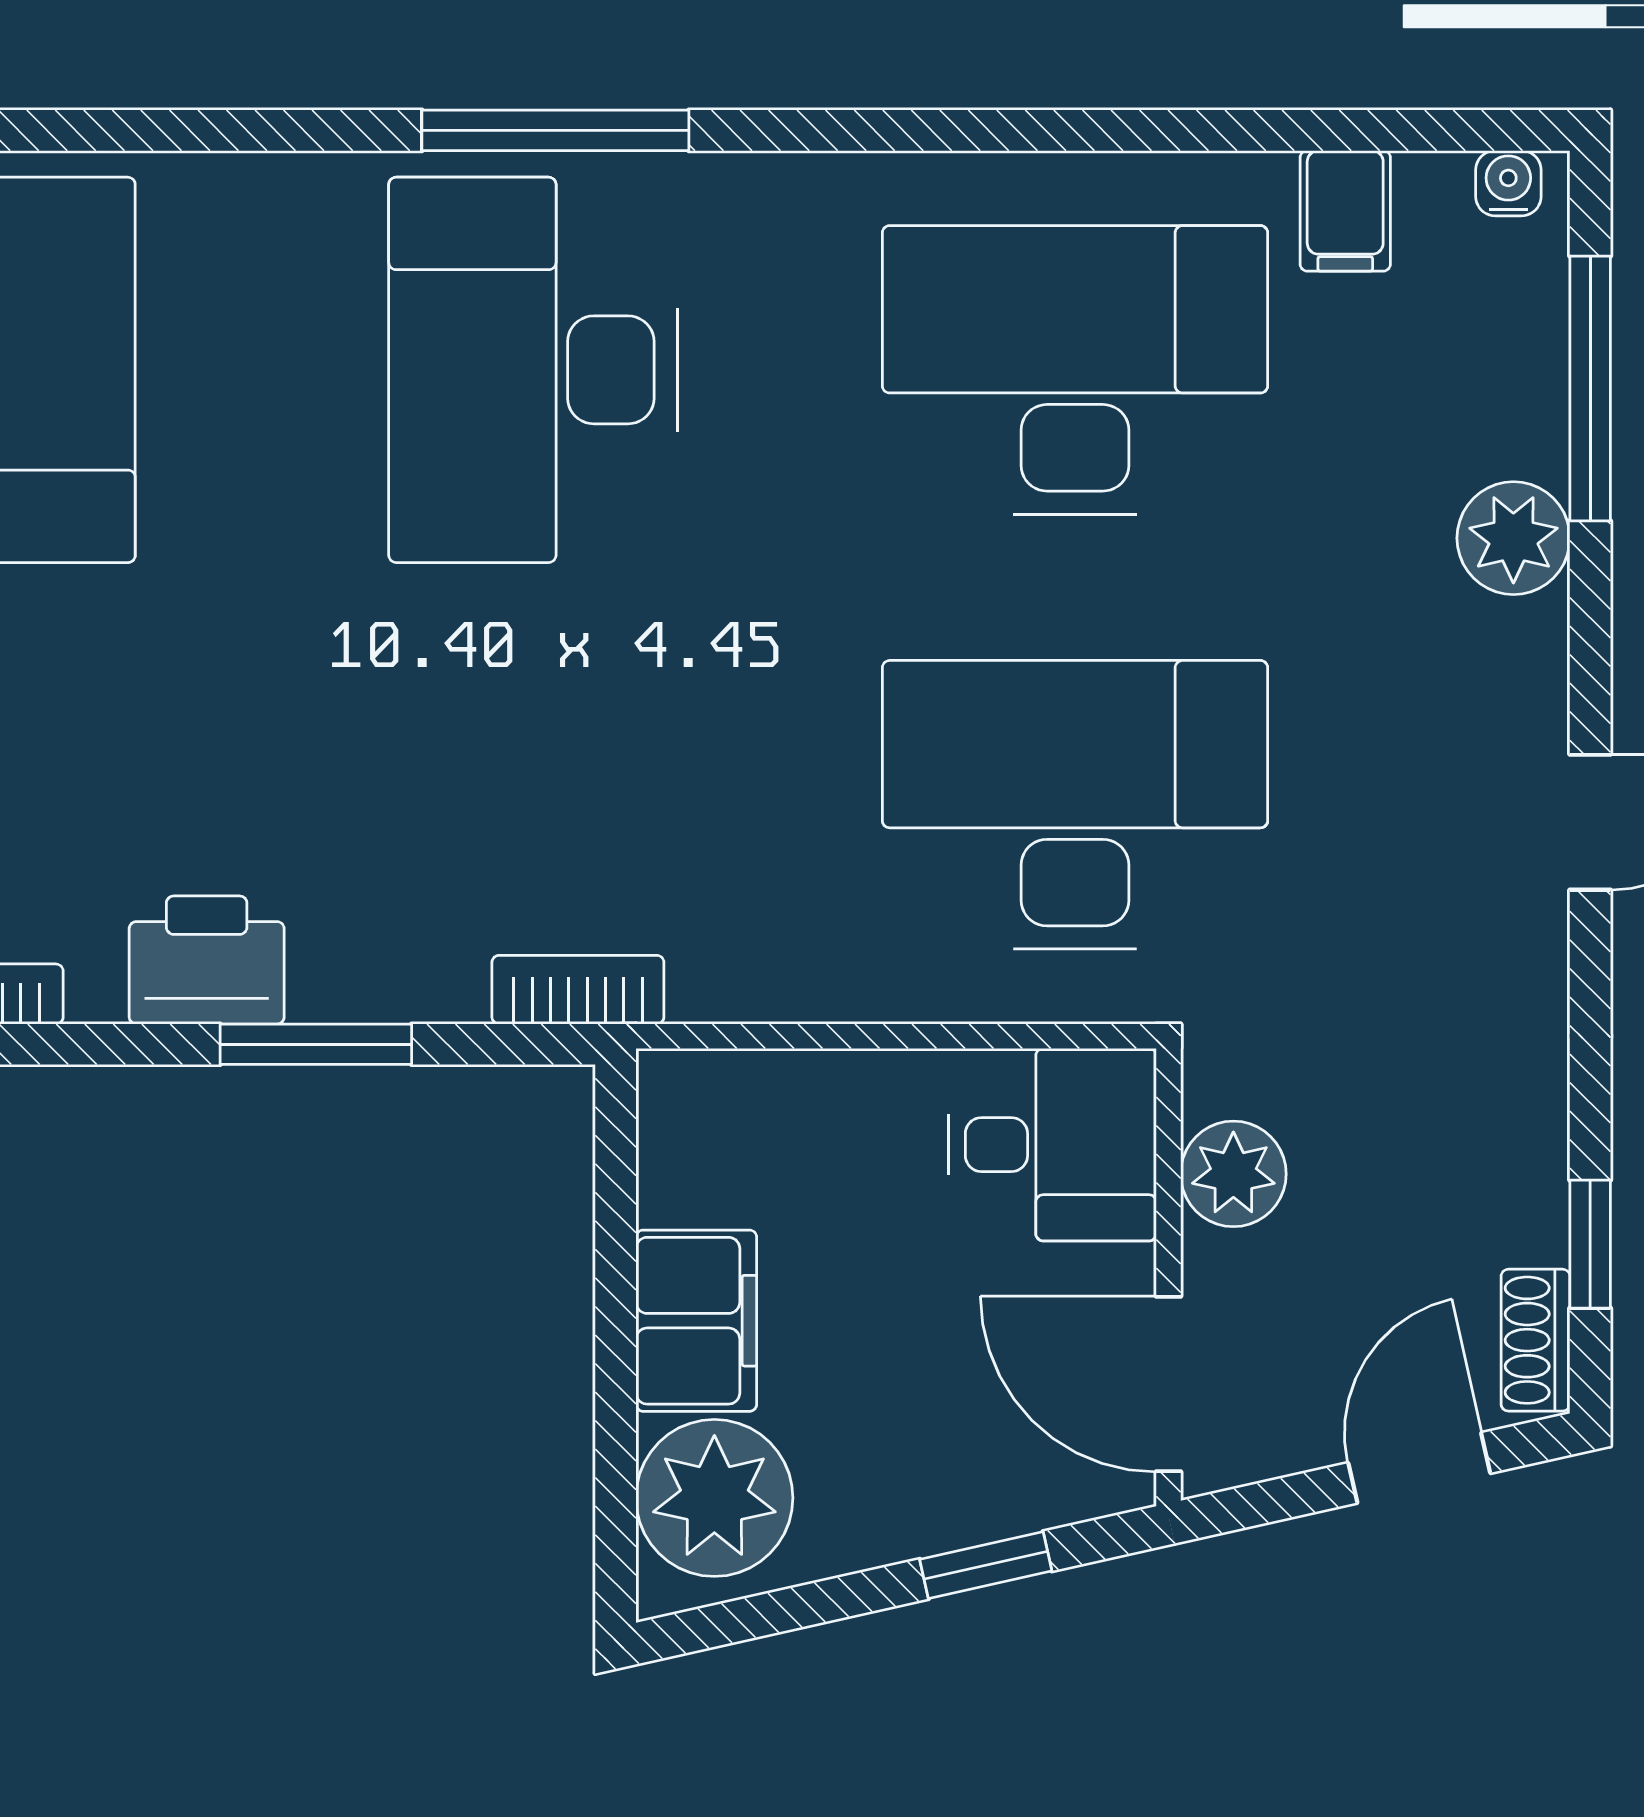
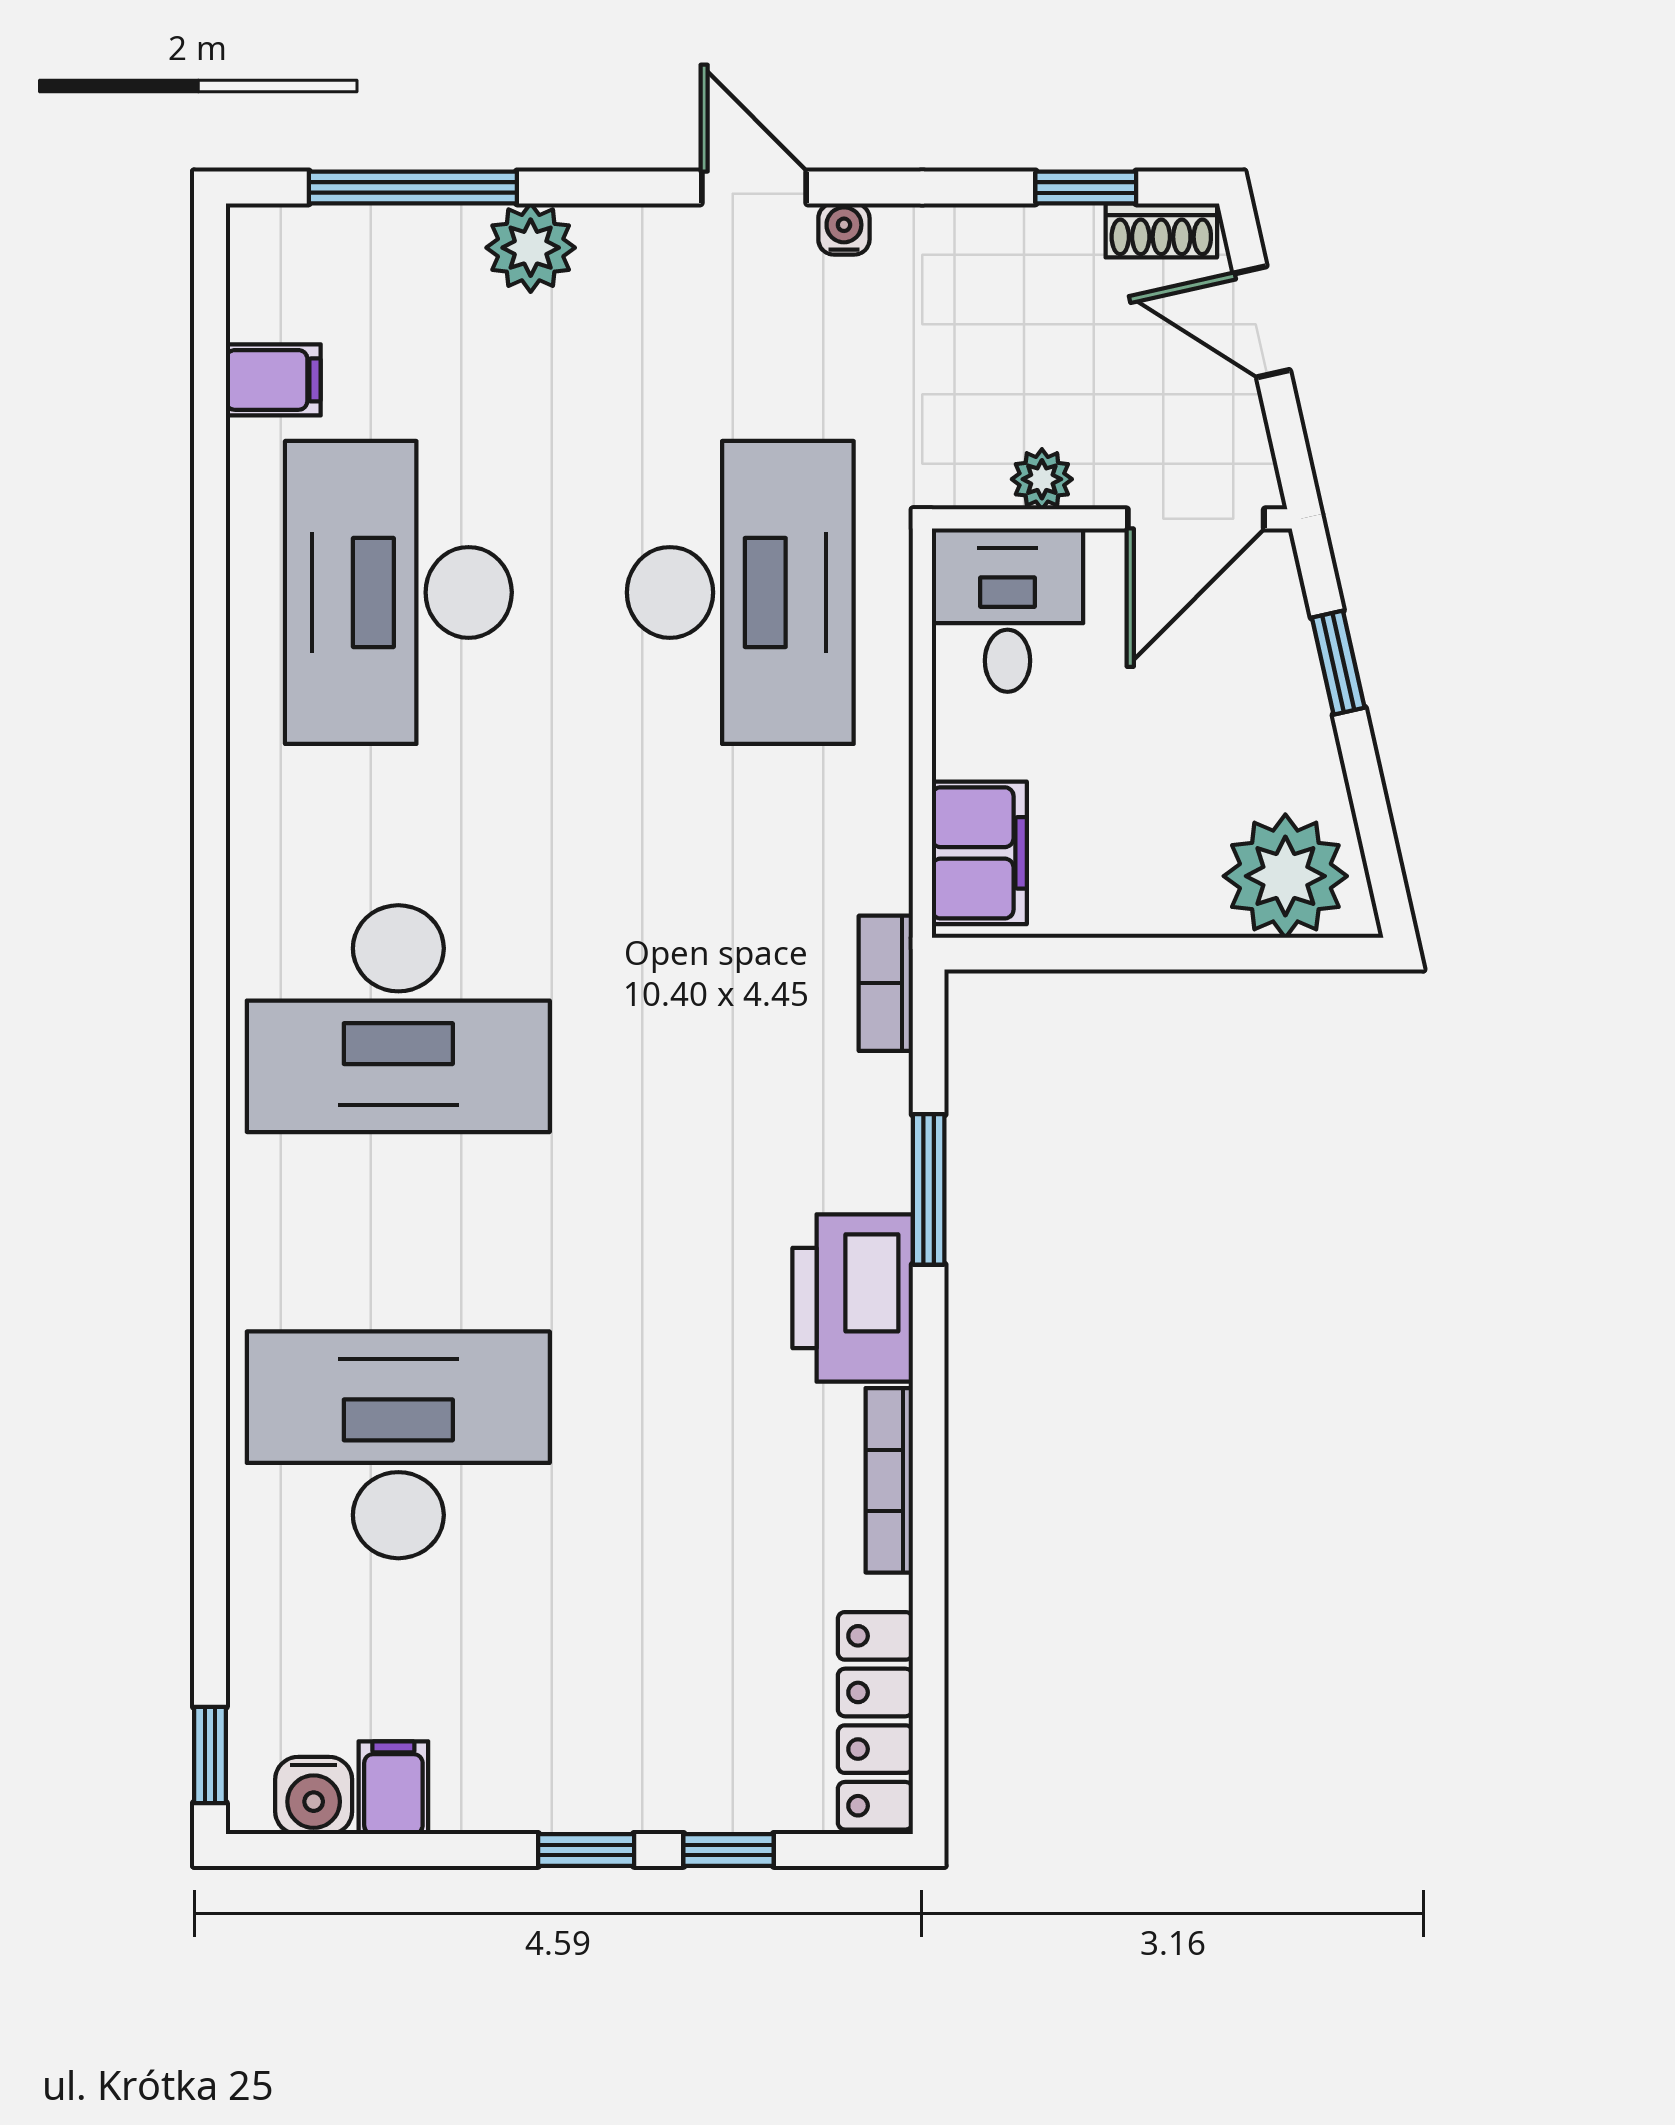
window: (555, 130) -> (210, 1001), removed
water cooler: (1508, 183) -> (844, 229), moved, turned 90
desk: (1075, 805) -> (740, 592), turned 180
printer: (207, 960) -> (853, 1298), width x1.37, depth x1.19
plant: (1233, 1174) -> (1042, 479), width x0.73, depth x0.73
filing cabinet: (696, 1321) -> (979, 853), moved, turned 90

